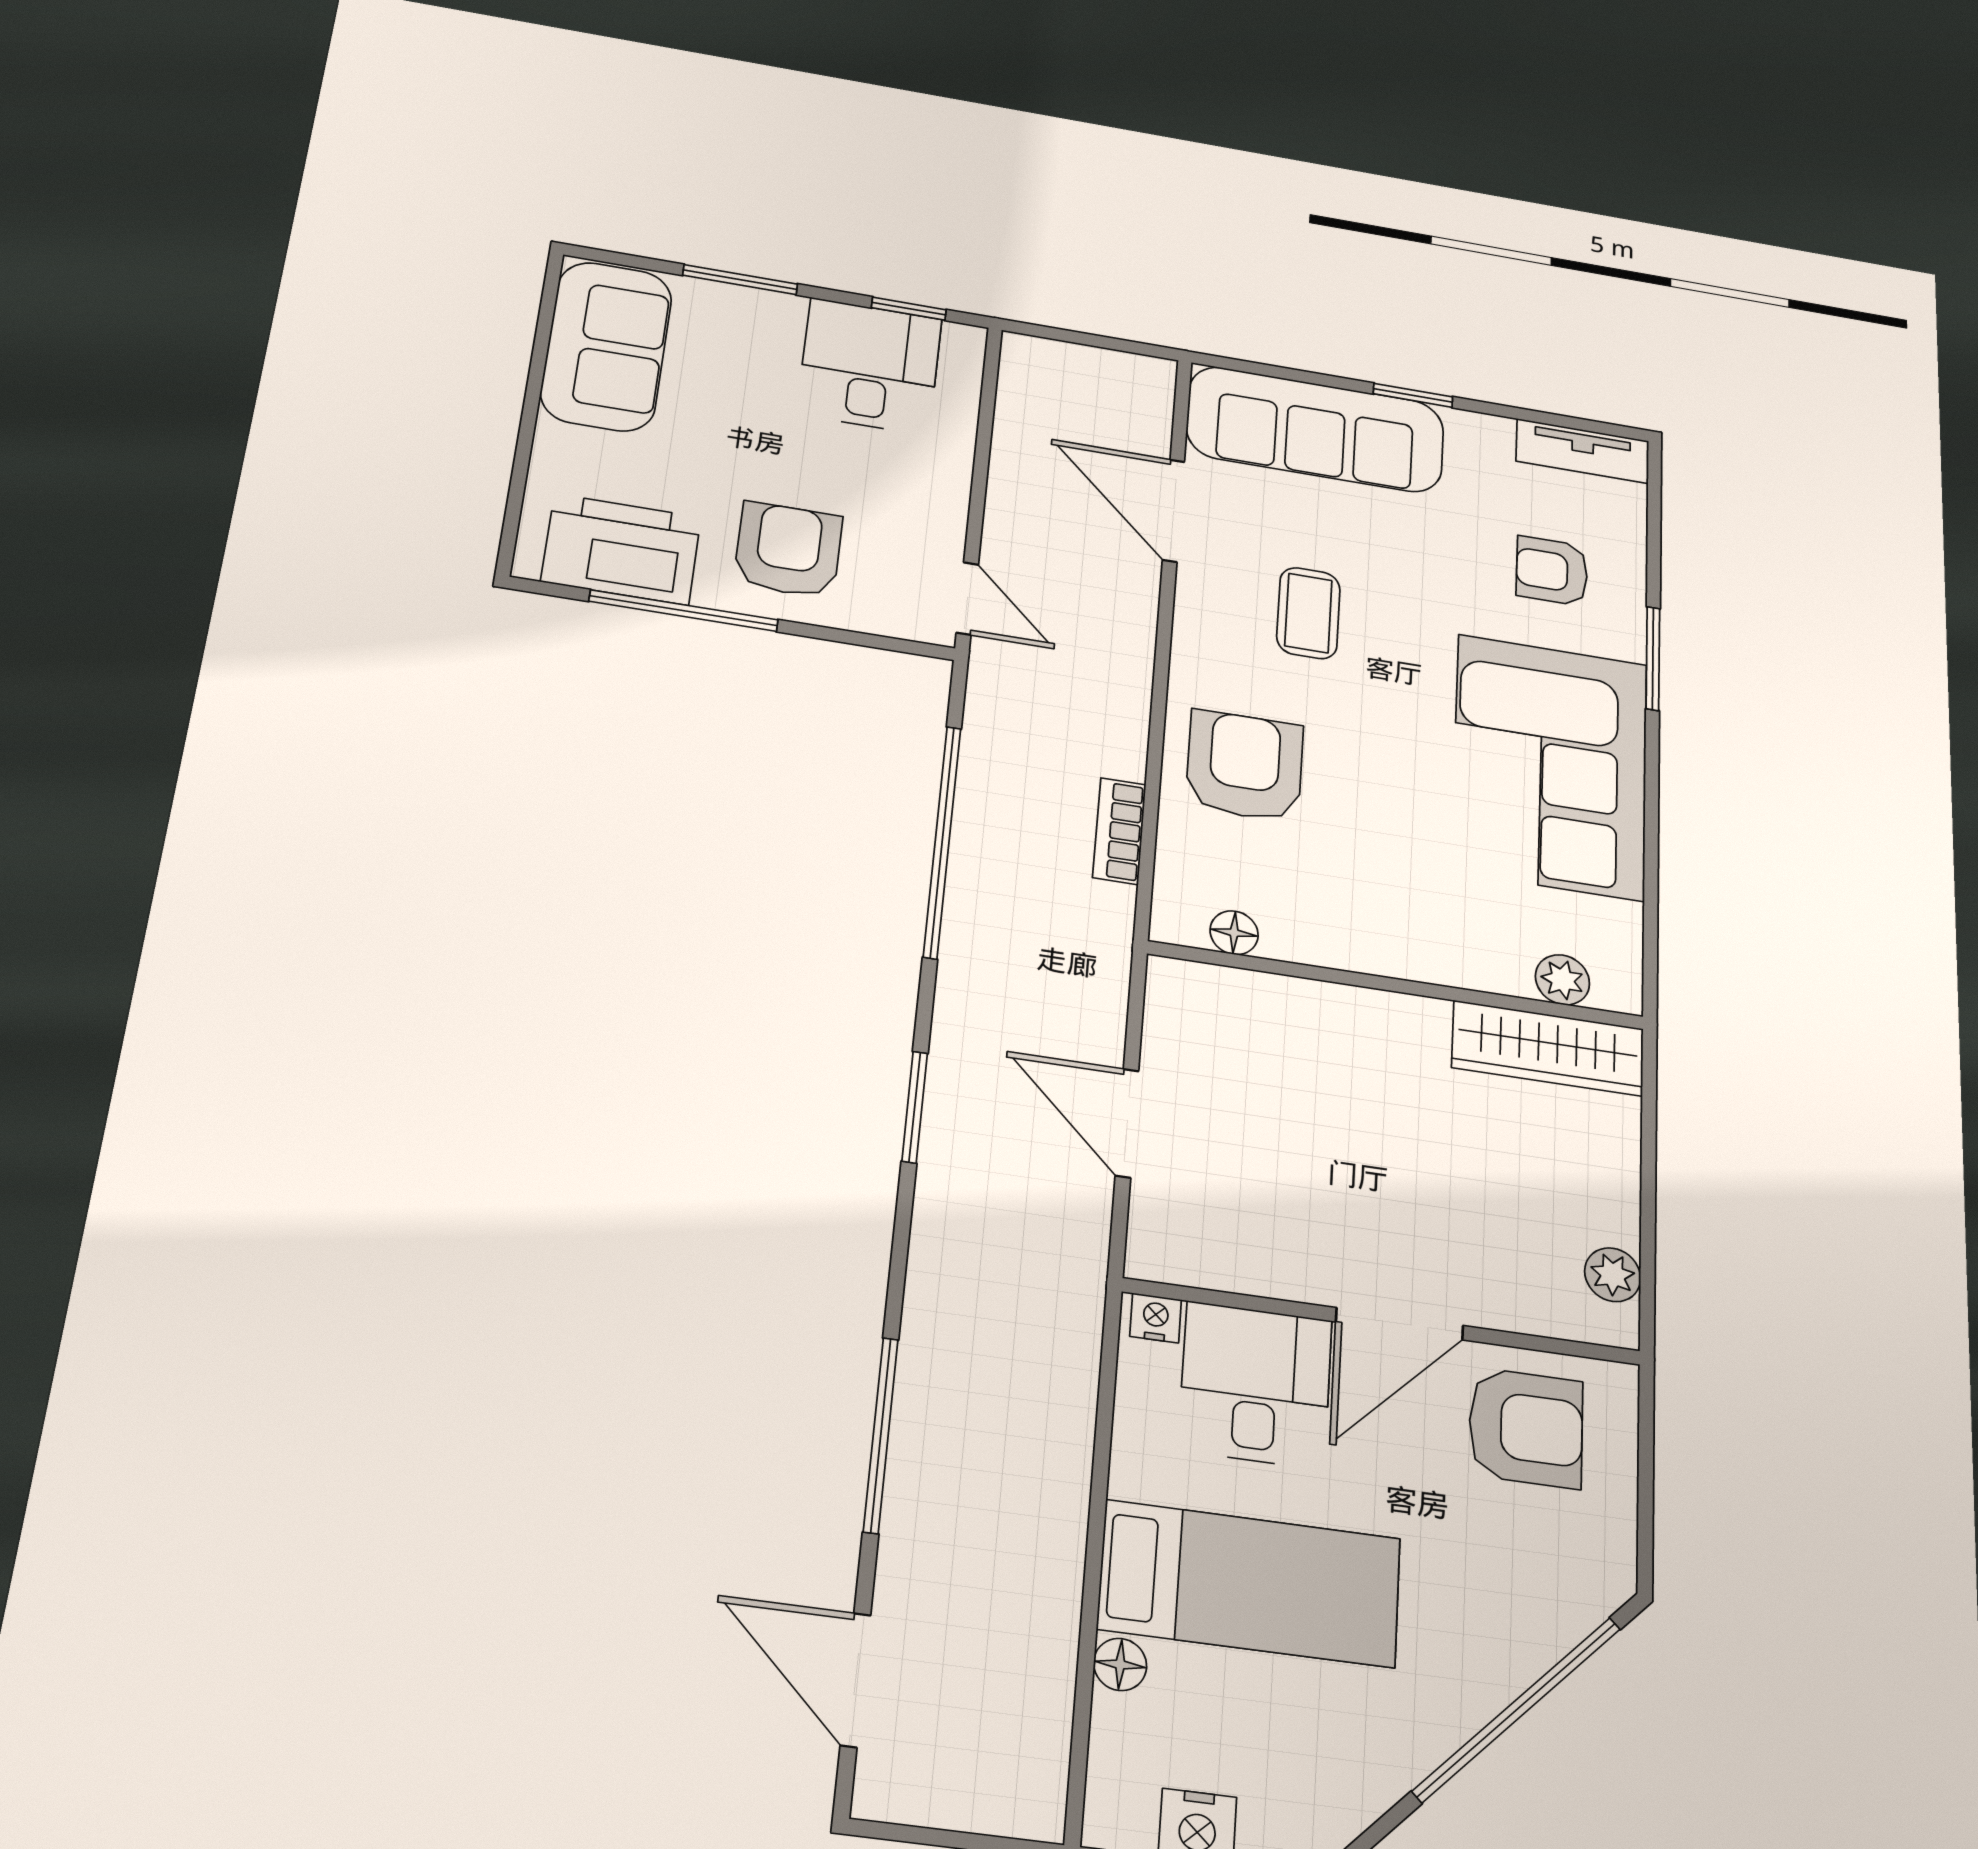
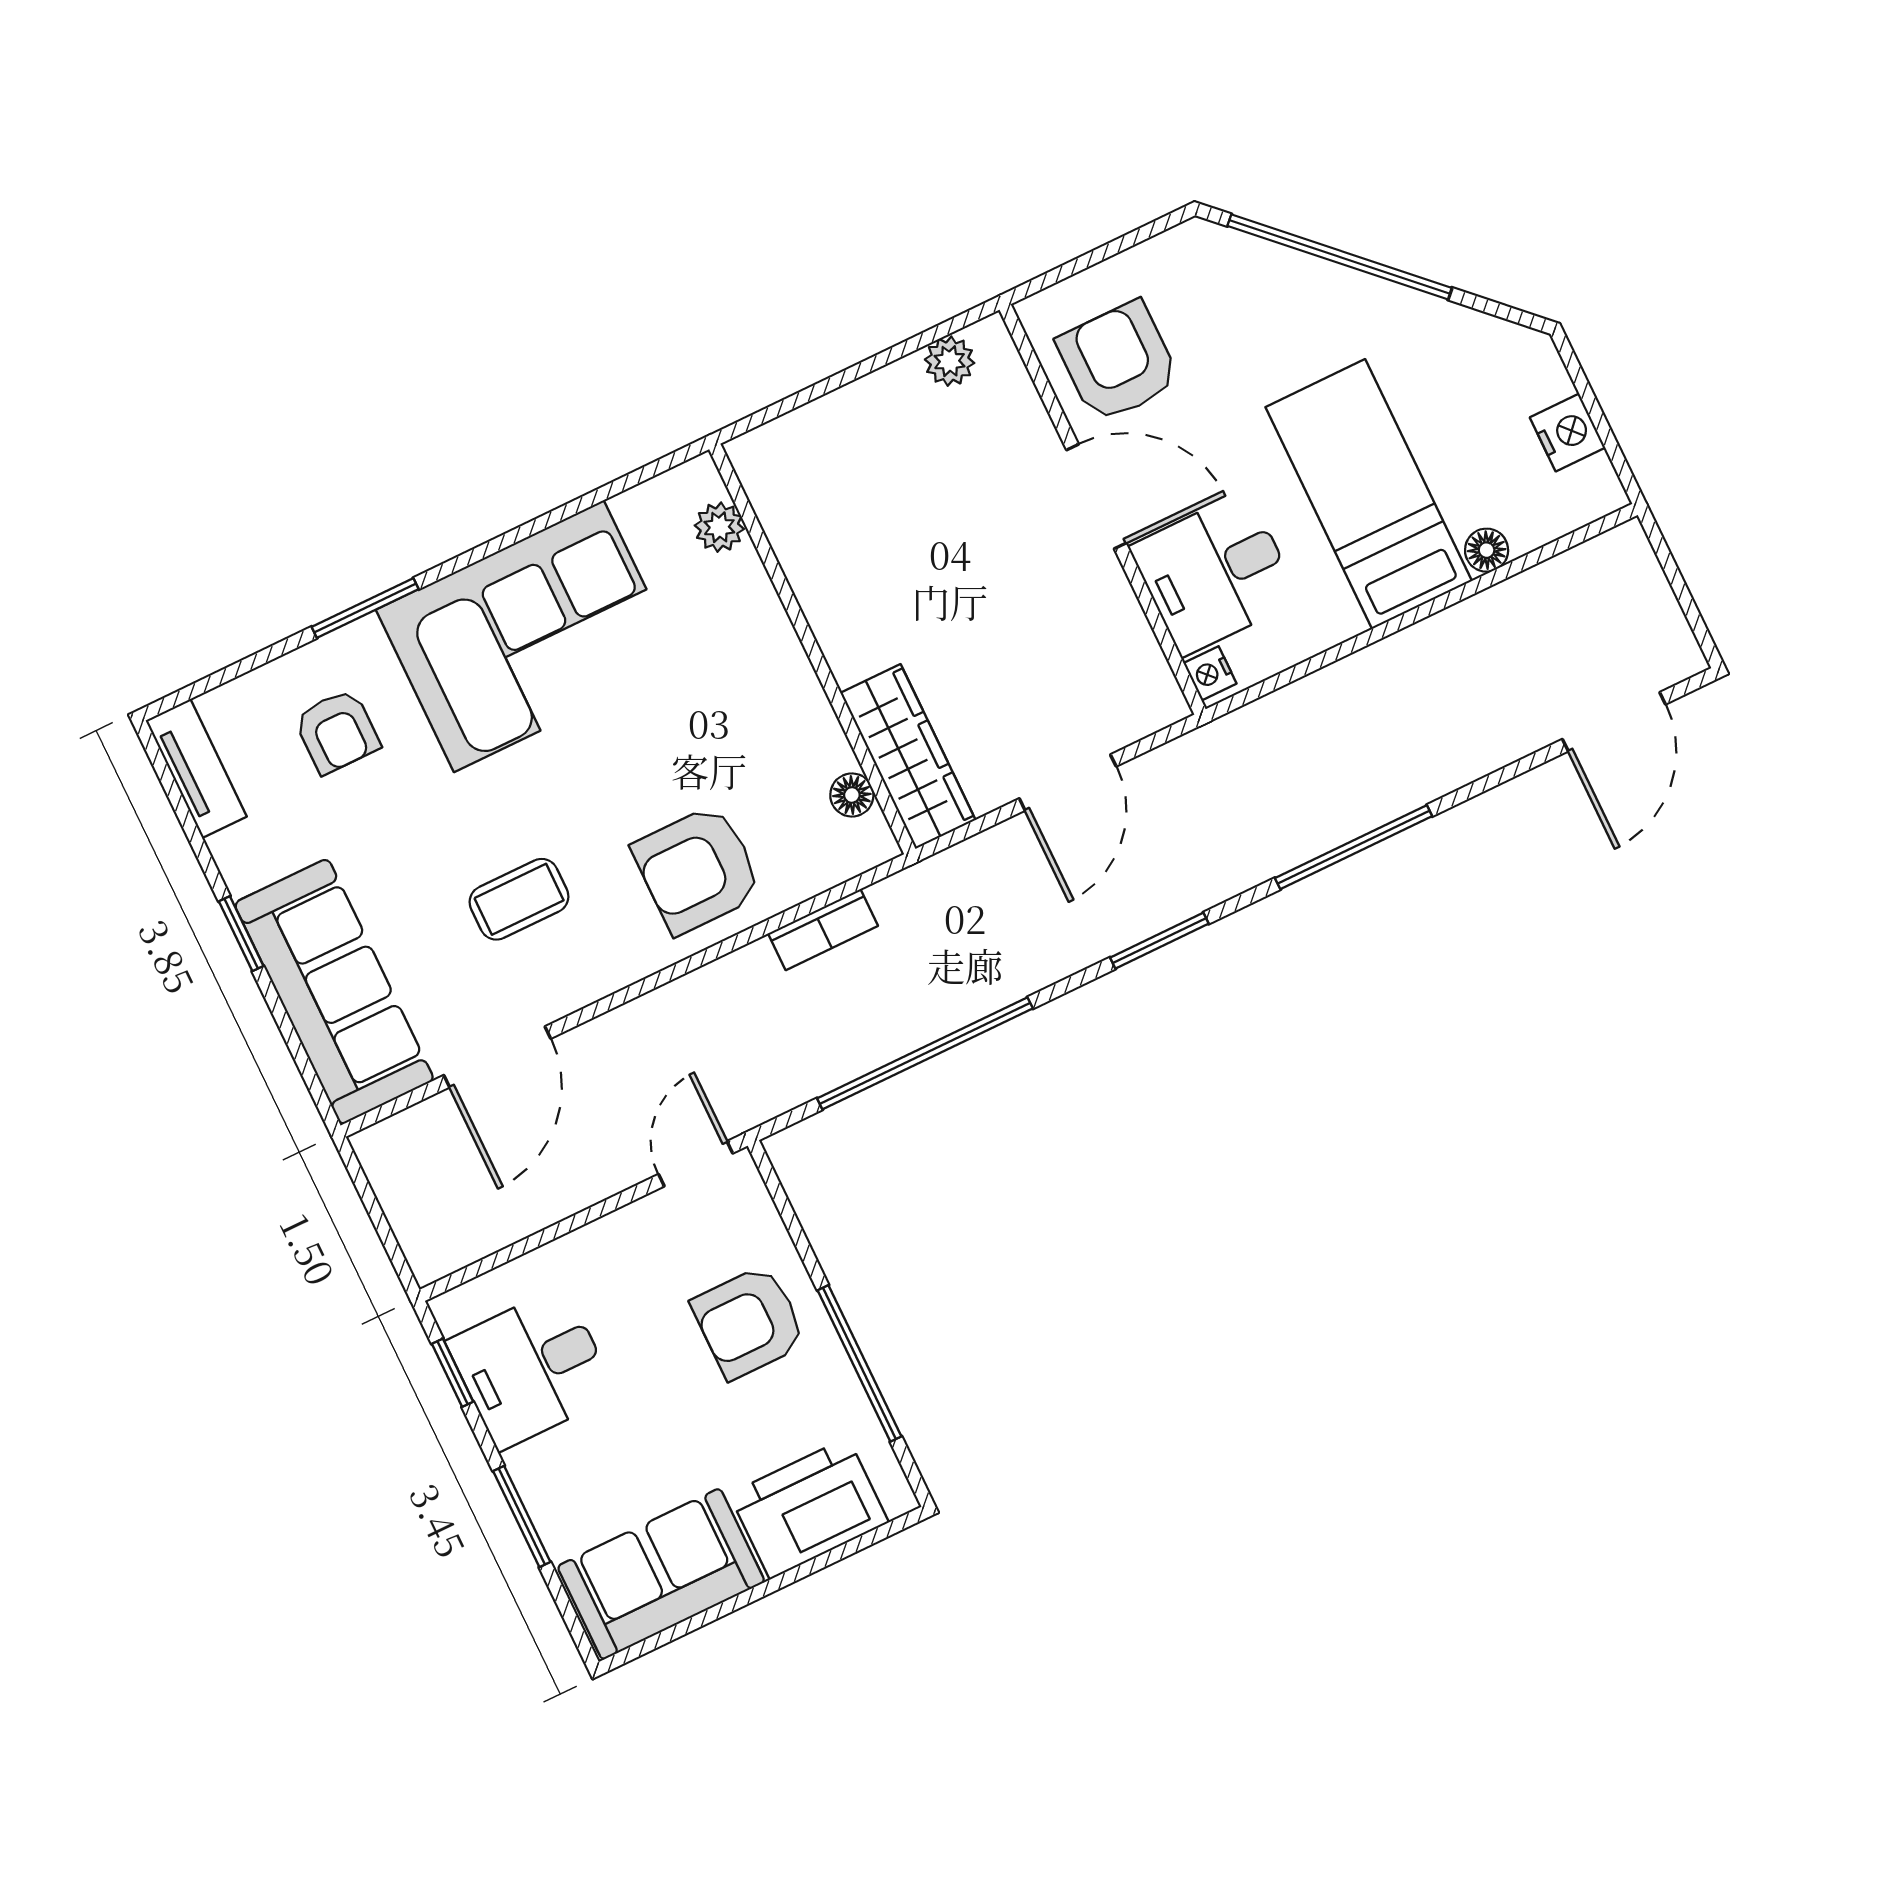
printer: (621, 549) -> (809, 1508), moved, turned 90
wardrobe: (1548, 1048) -> (908, 756), moved
window: (881, 1435) -> (1354, 847), moved

